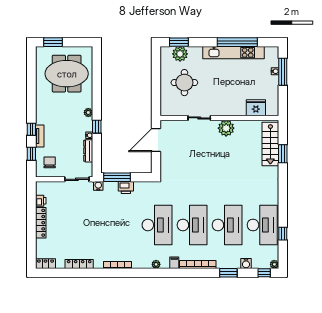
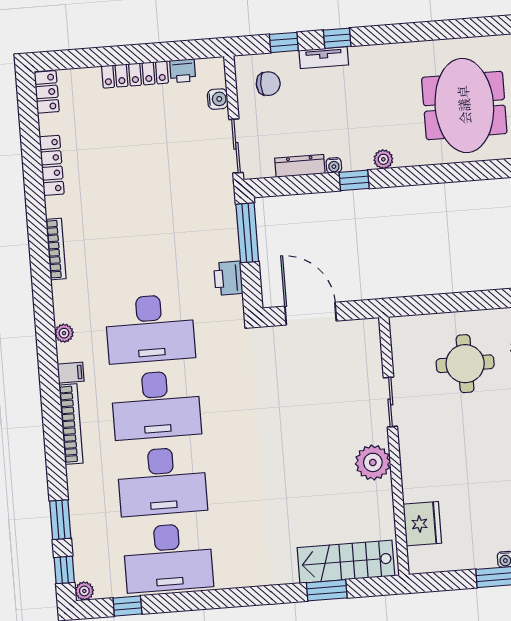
door: (156, 140) -> (311, 314), moved
water cooler: (98, 186) -> (218, 99), moved
printer: (126, 187) -> (228, 278), moved
window: (283, 234) -> (127, 606), moved
water cooler: (246, 264) -> (81, 529), removed
window: (228, 273) -> (60, 520), moved

